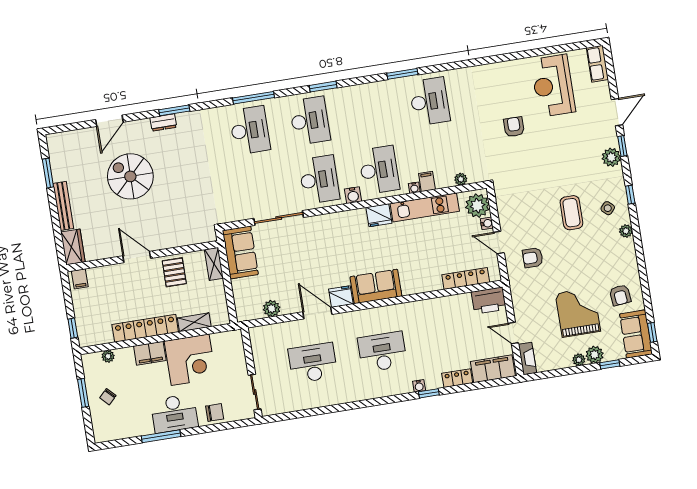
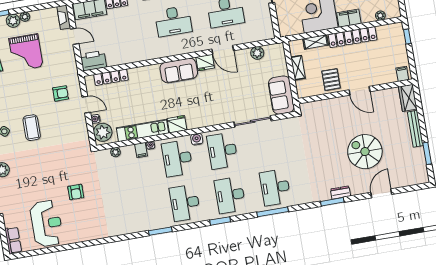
desk: (429, 101) -> (185, 203), moved
spiral stairs: (130, 176) -> (365, 152), turned 180
shelving: (214, 264) -> (298, 68), moved

